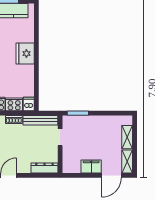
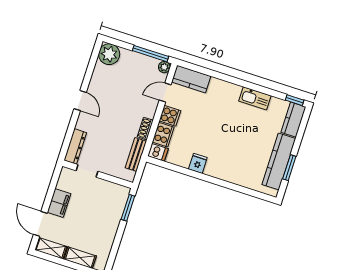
fridge: (25, 54) -> (198, 163), moved, width x0.53, depth x0.75
bench: (40, 120) -> (136, 154), width x0.73
doorway: (60, 137) -> (87, 171), moved

